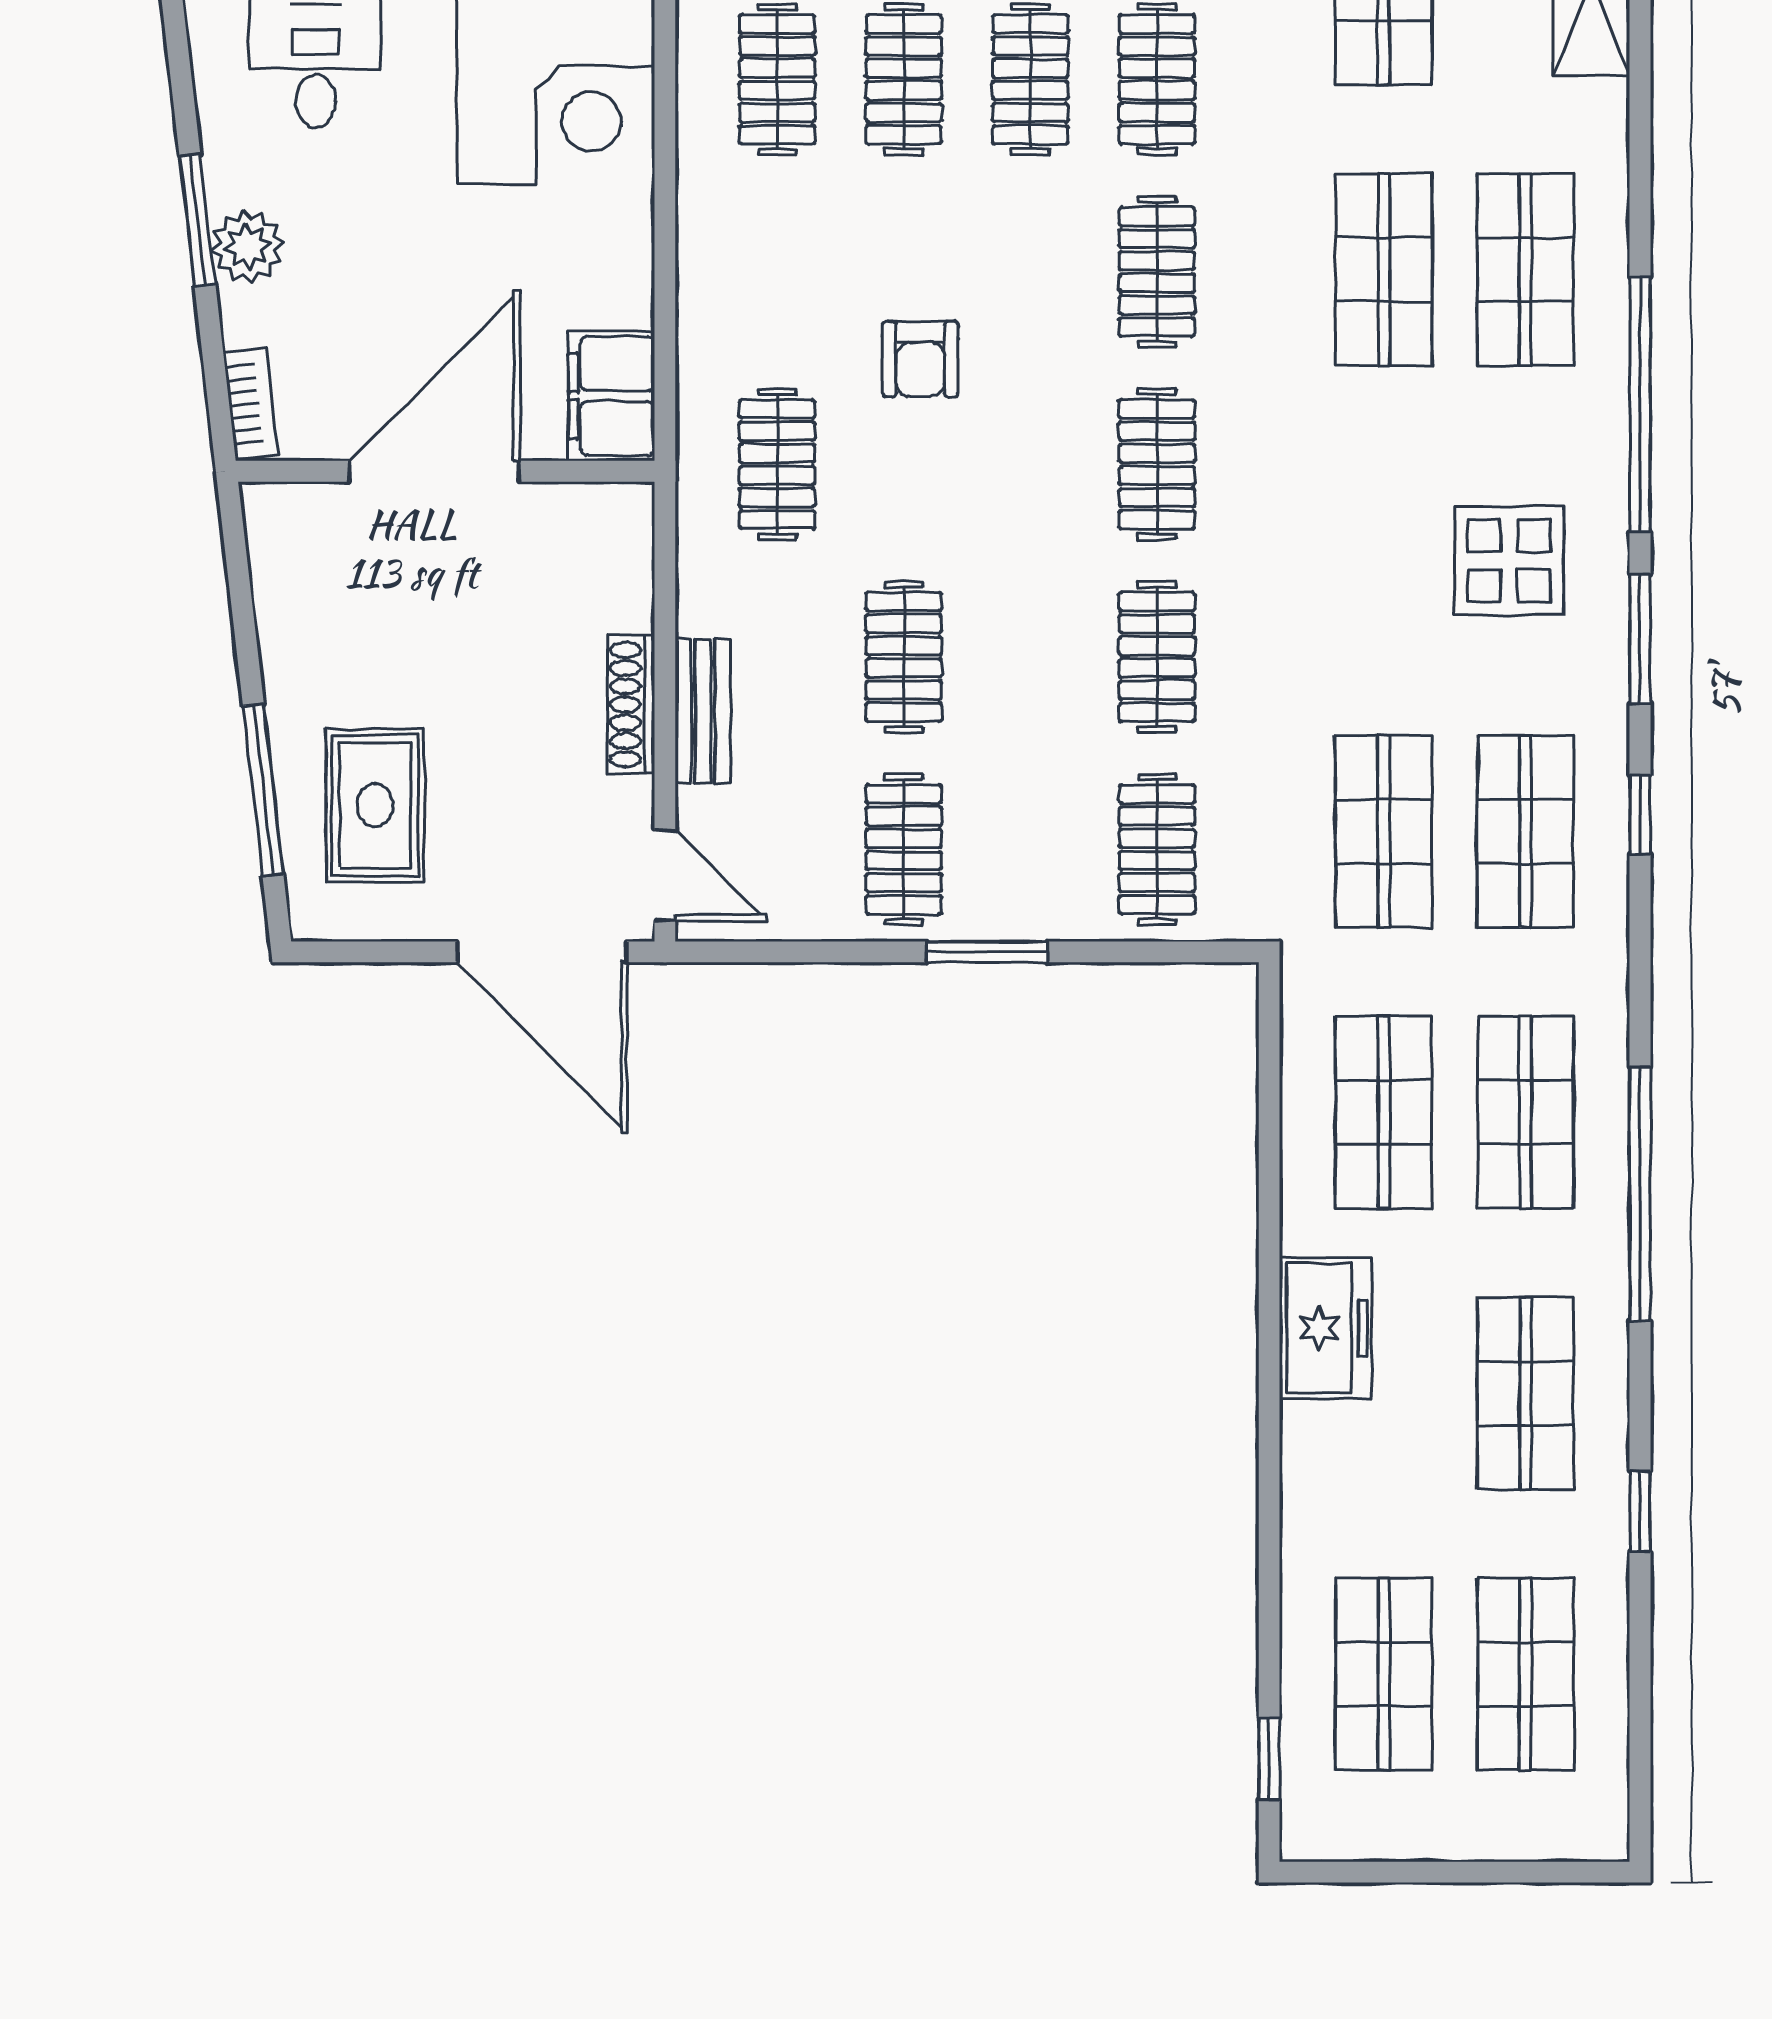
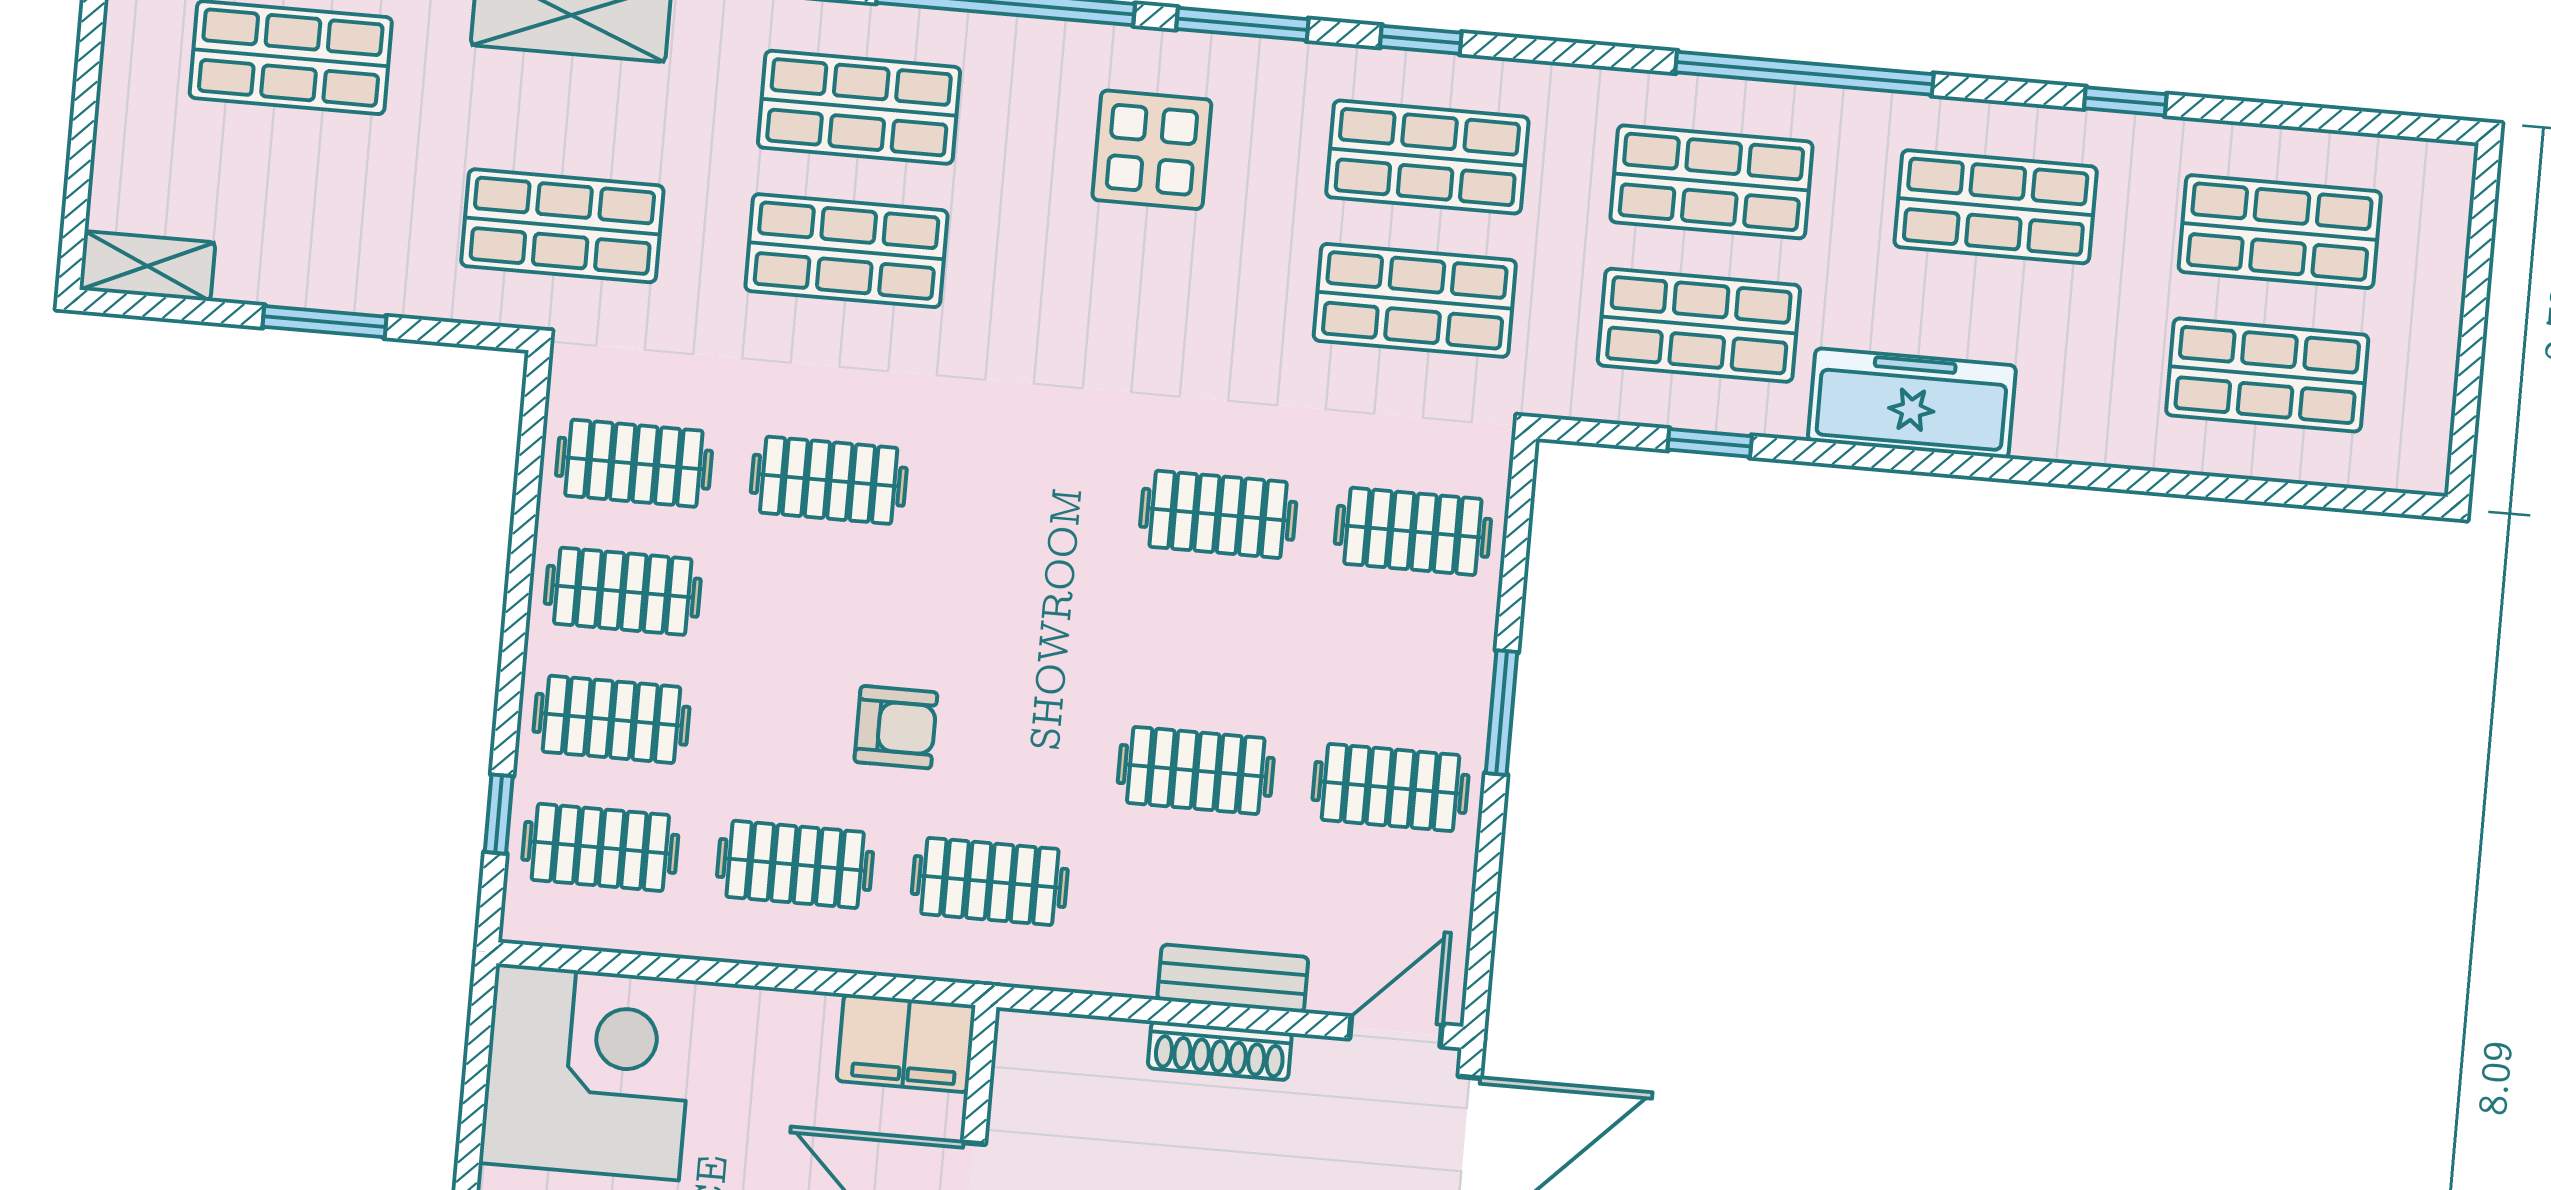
clothes rail: (1157, 464) -> (795, 864), moved
freezer: (1325, 1328) -> (1912, 403), width x1.40
window: (1269, 1759) -> (1710, 443), moved

